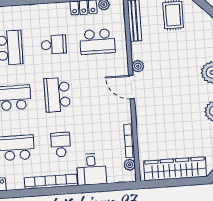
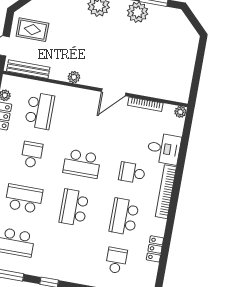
door: (132, 87) -> (114, 92), moved
plant: (130, 165) -> (180, 112), moved
wardrobe: (175, 169) -> (184, 66), removed

